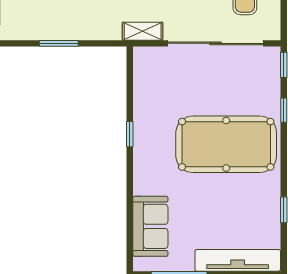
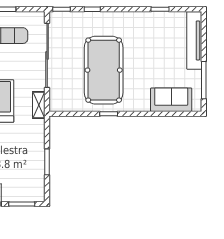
pool table: (226, 144) -> (104, 70), moved

